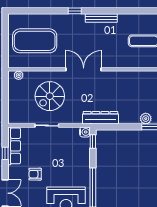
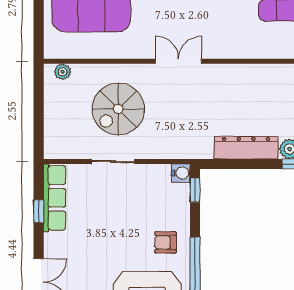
double door: (84, 69) -> (179, 61), width x0.73
dresser: (100, 118) -> (246, 148), moved
armchair: (35, 174) -> (166, 242), moved

